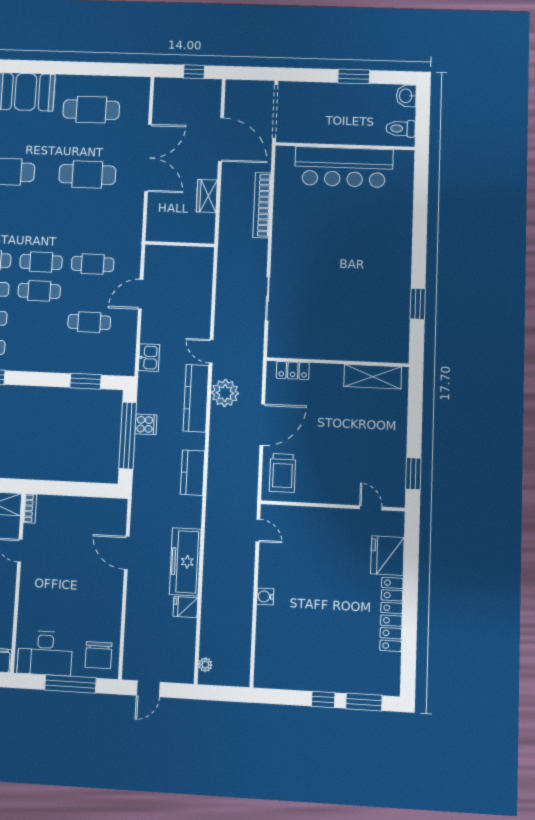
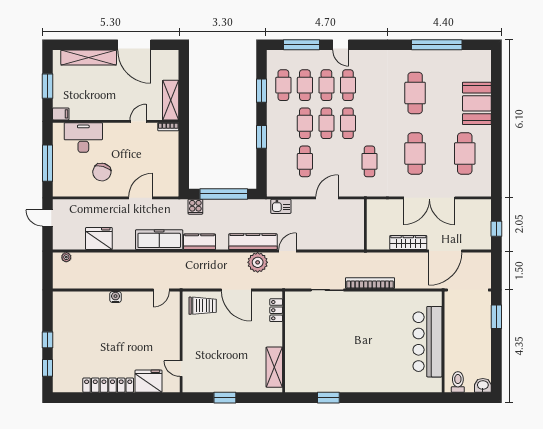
window: (354, 76) -> (496, 317), moved
wardrobe: (207, 196) -> (408, 243), width x1.50
bookcase: (262, 205) -> (370, 283), moved
cafe table: (93, 264) -> (369, 161), moved
door: (141, 294) -> (327, 198), hinge flipped
cafe table: (37, 320) -> (305, 123), added
window: (85, 381) -> (262, 137), moved
cooker: (146, 424) -> (195, 207), moved
trolley: (283, 473) -> (203, 306), turned 180
window: (413, 474) -> (225, 398), moved
door: (371, 508) -> (181, 369), swing flipped
freezer: (185, 562) -> (159, 240), moved
fridge: (185, 607) -> (99, 239), width x1.88, depth x1.34
desk: (45, 653) -> (83, 138), moved, turned 90
chair: (99, 655) -> (102, 172), moved, turned -74
window: (364, 702) -> (47, 368), width x0.67

